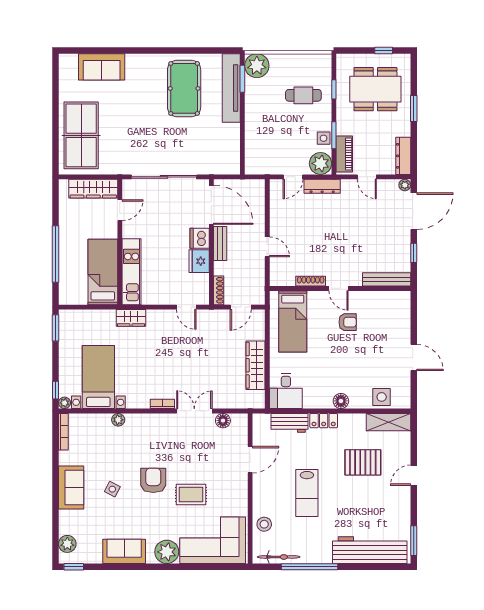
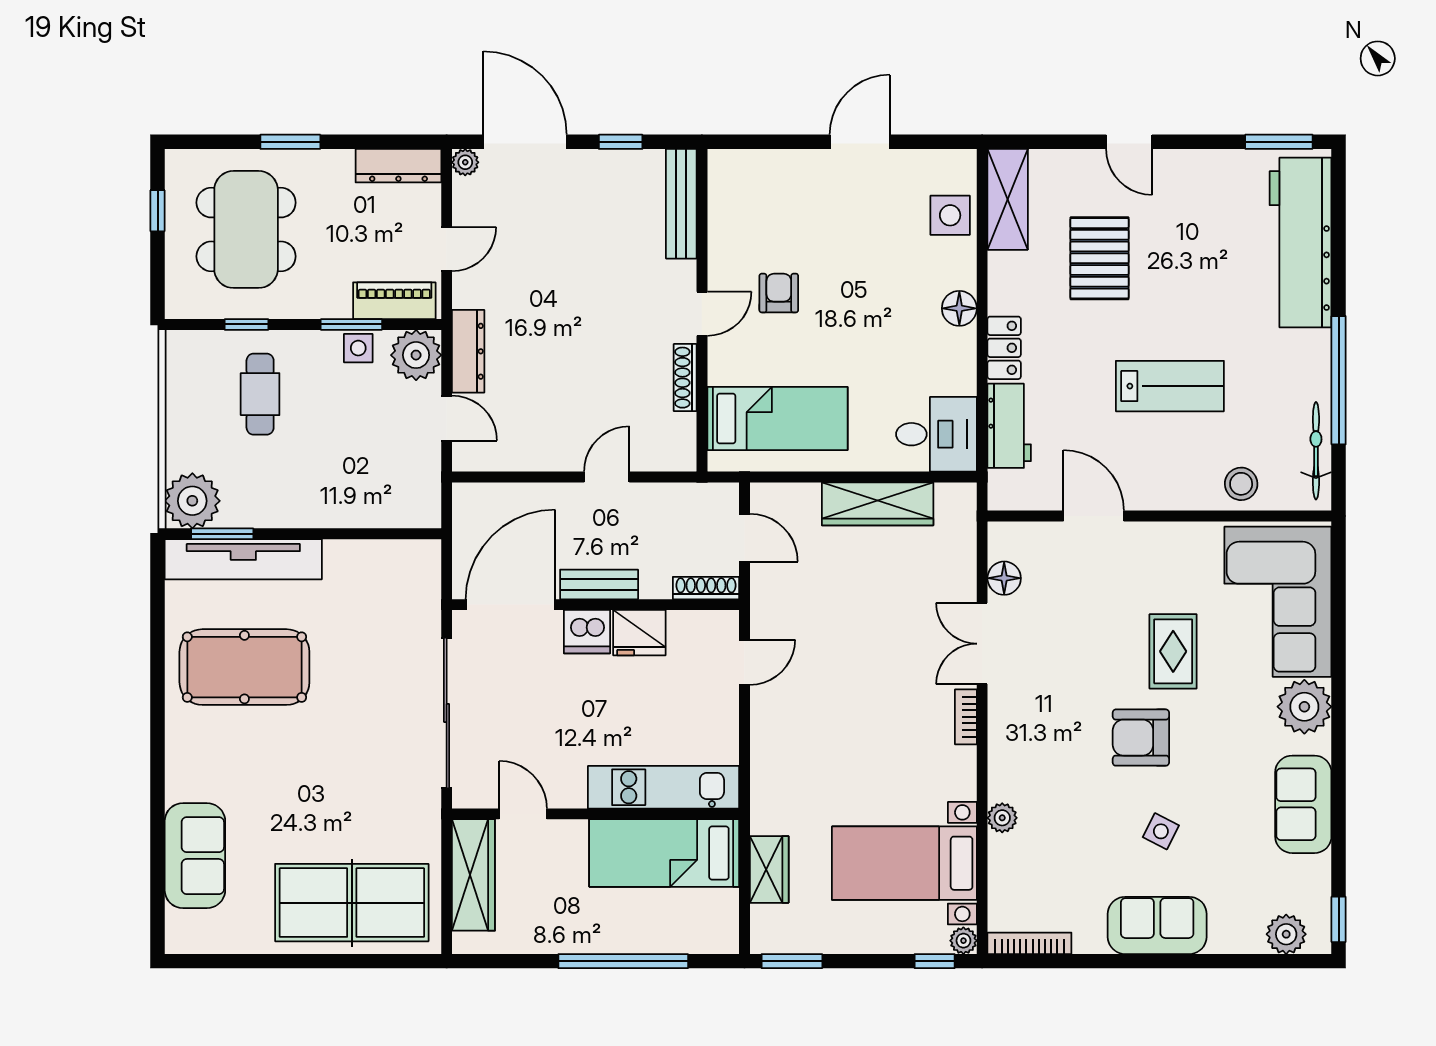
wardrobe: (131, 318) -> (769, 869), moved

